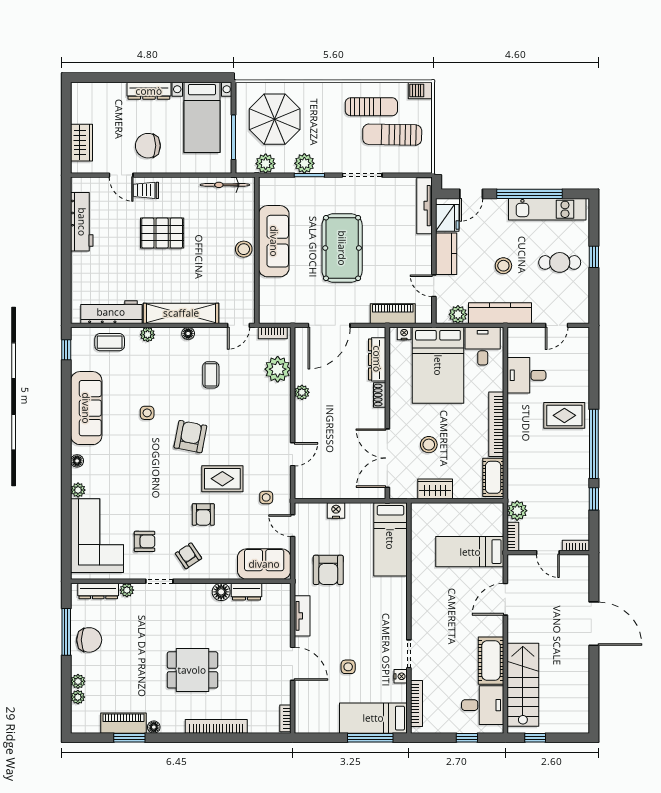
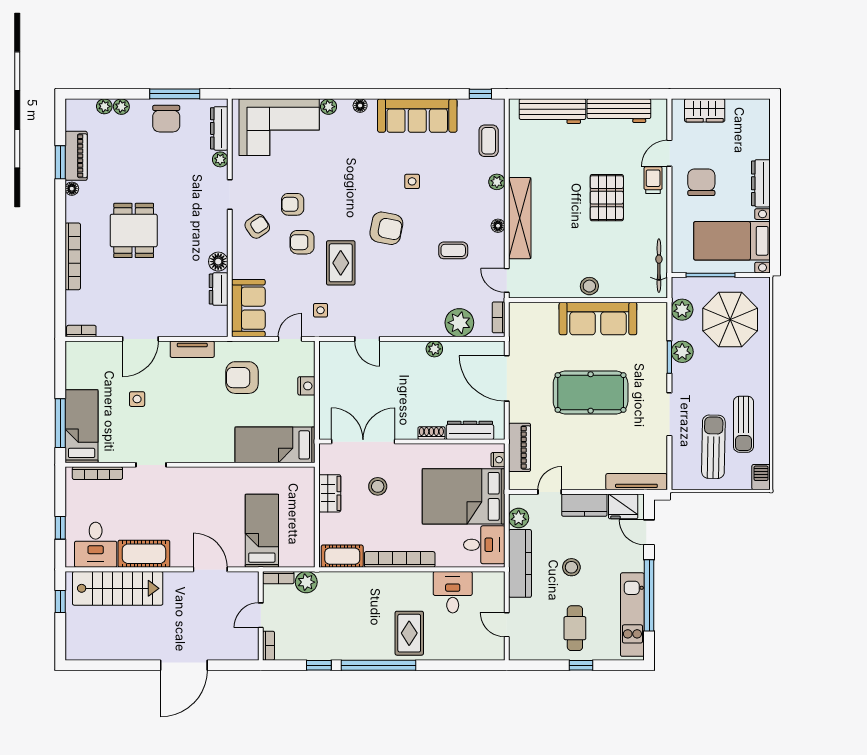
workbench: (111, 312) -> (552, 111), moved, turned 90
armchair: (145, 541) -> (293, 204), moved, turned 90
nightstand: (401, 676) -> (127, 456), removed

